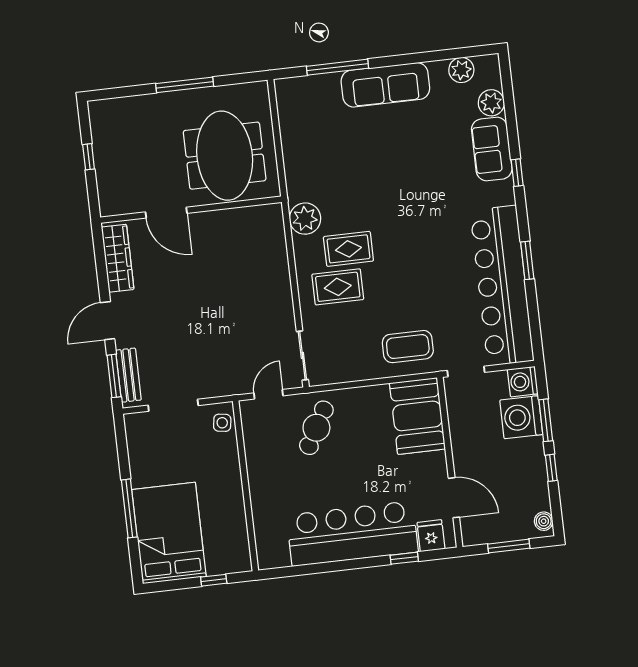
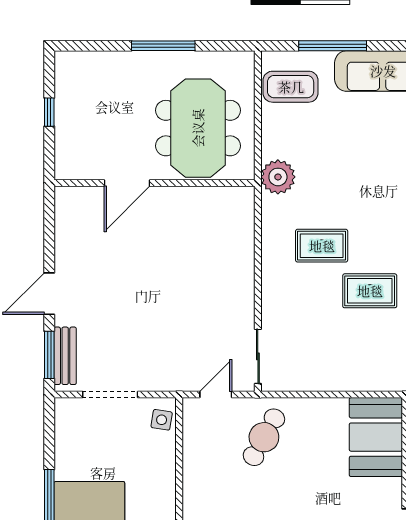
door: (166, 213) -> (127, 183), hinge flipped
plant: (305, 219) -> (278, 177), moved
wardrobe: (118, 258) -> (68, 227), removed
rug: (338, 287) -> (370, 291), moved
coffee table: (408, 347) -> (291, 87), moved

